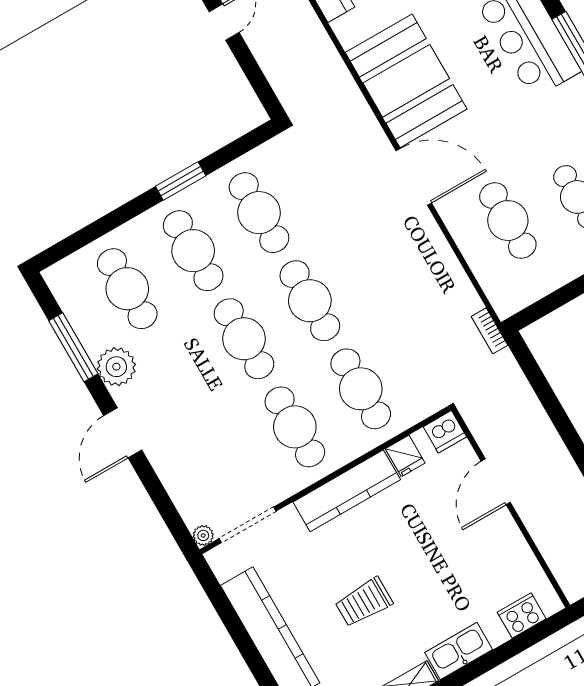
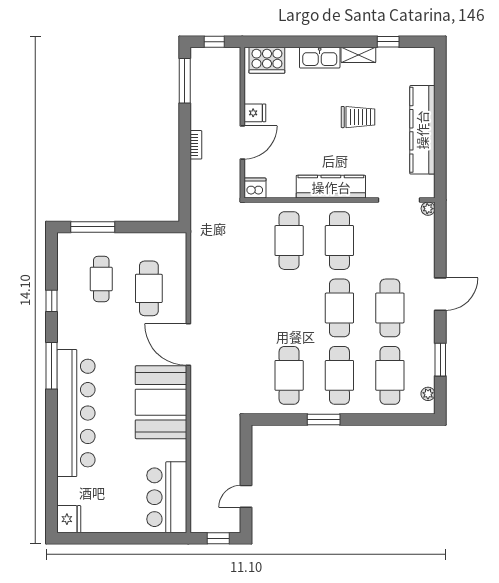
cafe table: (310, 301) -> (390, 308), moved
bookcase: (490, 331) -> (196, 145), moved
window: (73, 347) -> (440, 360), width x0.69
plant: (116, 367) -> (428, 394), moved, width x0.53, depth x0.53
fridge: (405, 456) -> (255, 113), moved, turned 90
cooker: (522, 616) -> (267, 60), width x1.37, depth x1.31

